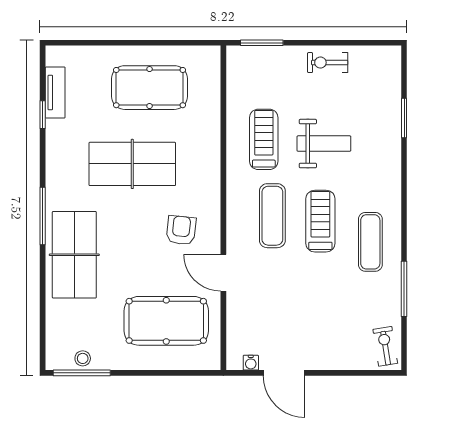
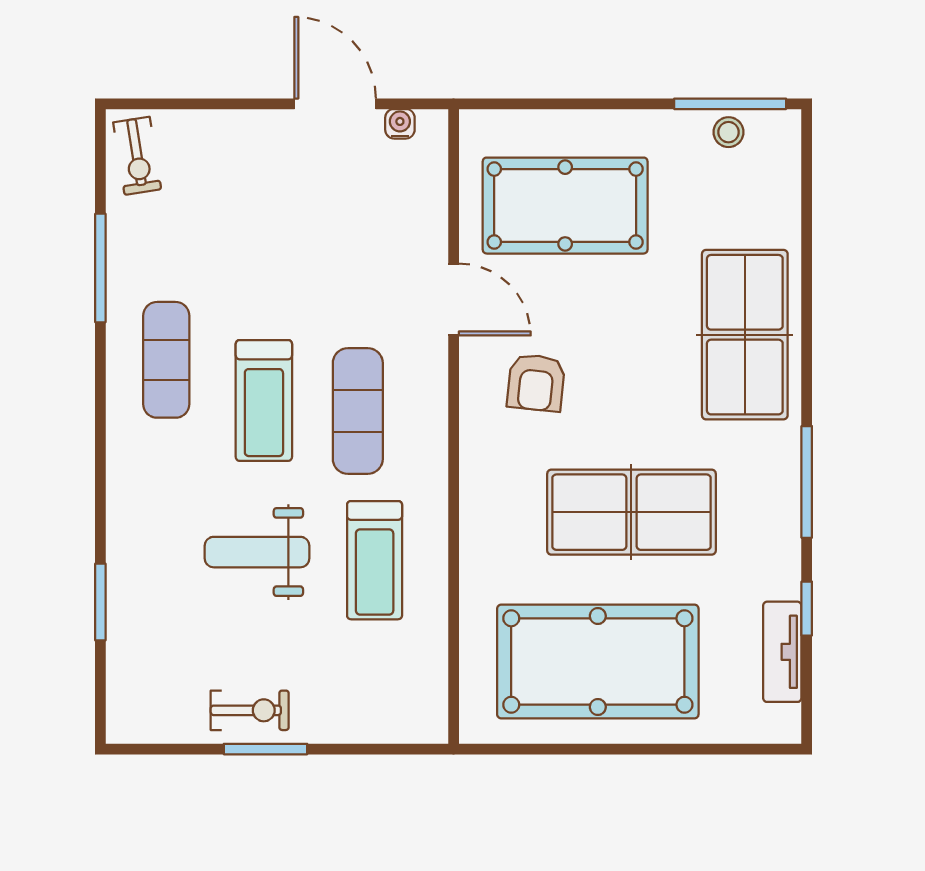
window: (262, 43) -> (266, 749), moved
pool table: (150, 88) -> (598, 662), width x1.36, depth x1.32
window: (43, 216) -> (807, 482), moved

